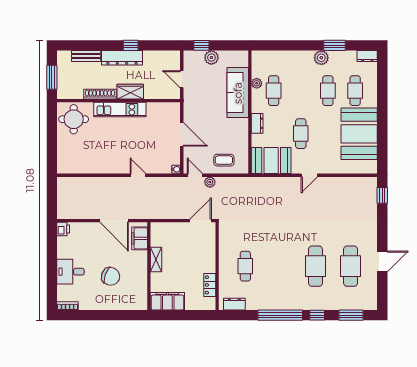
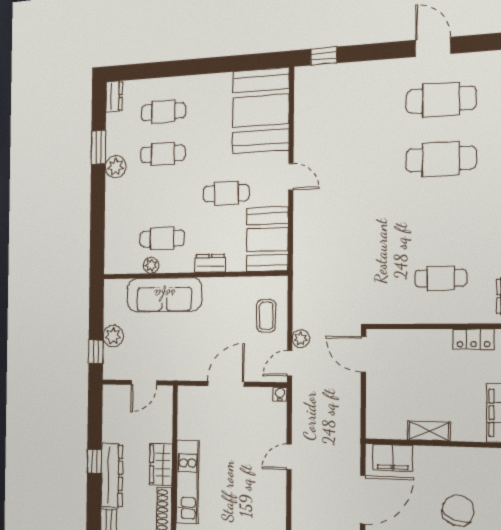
booth: (359, 134) -> (261, 111), moved, turned 90

